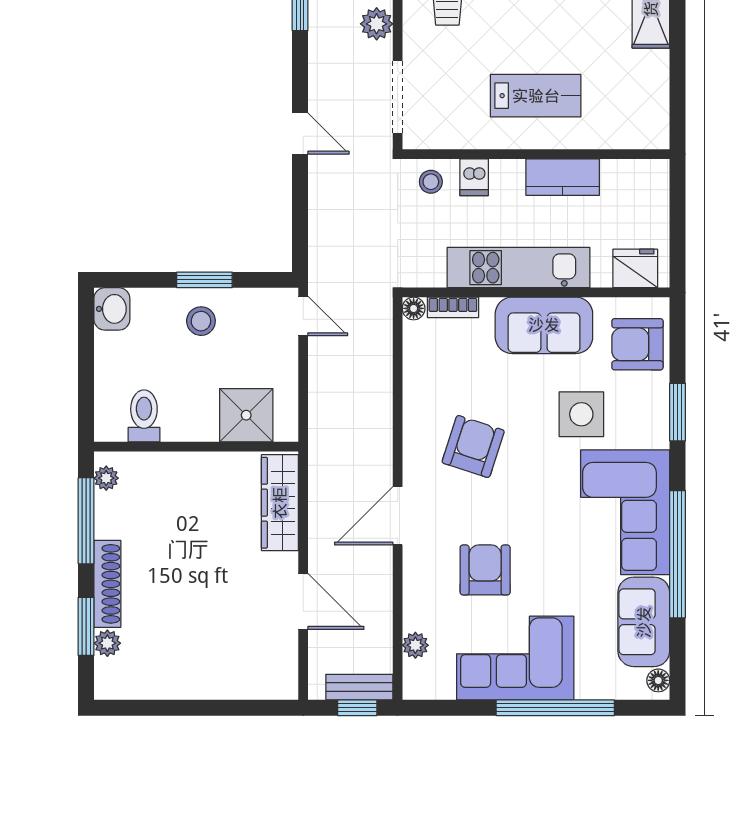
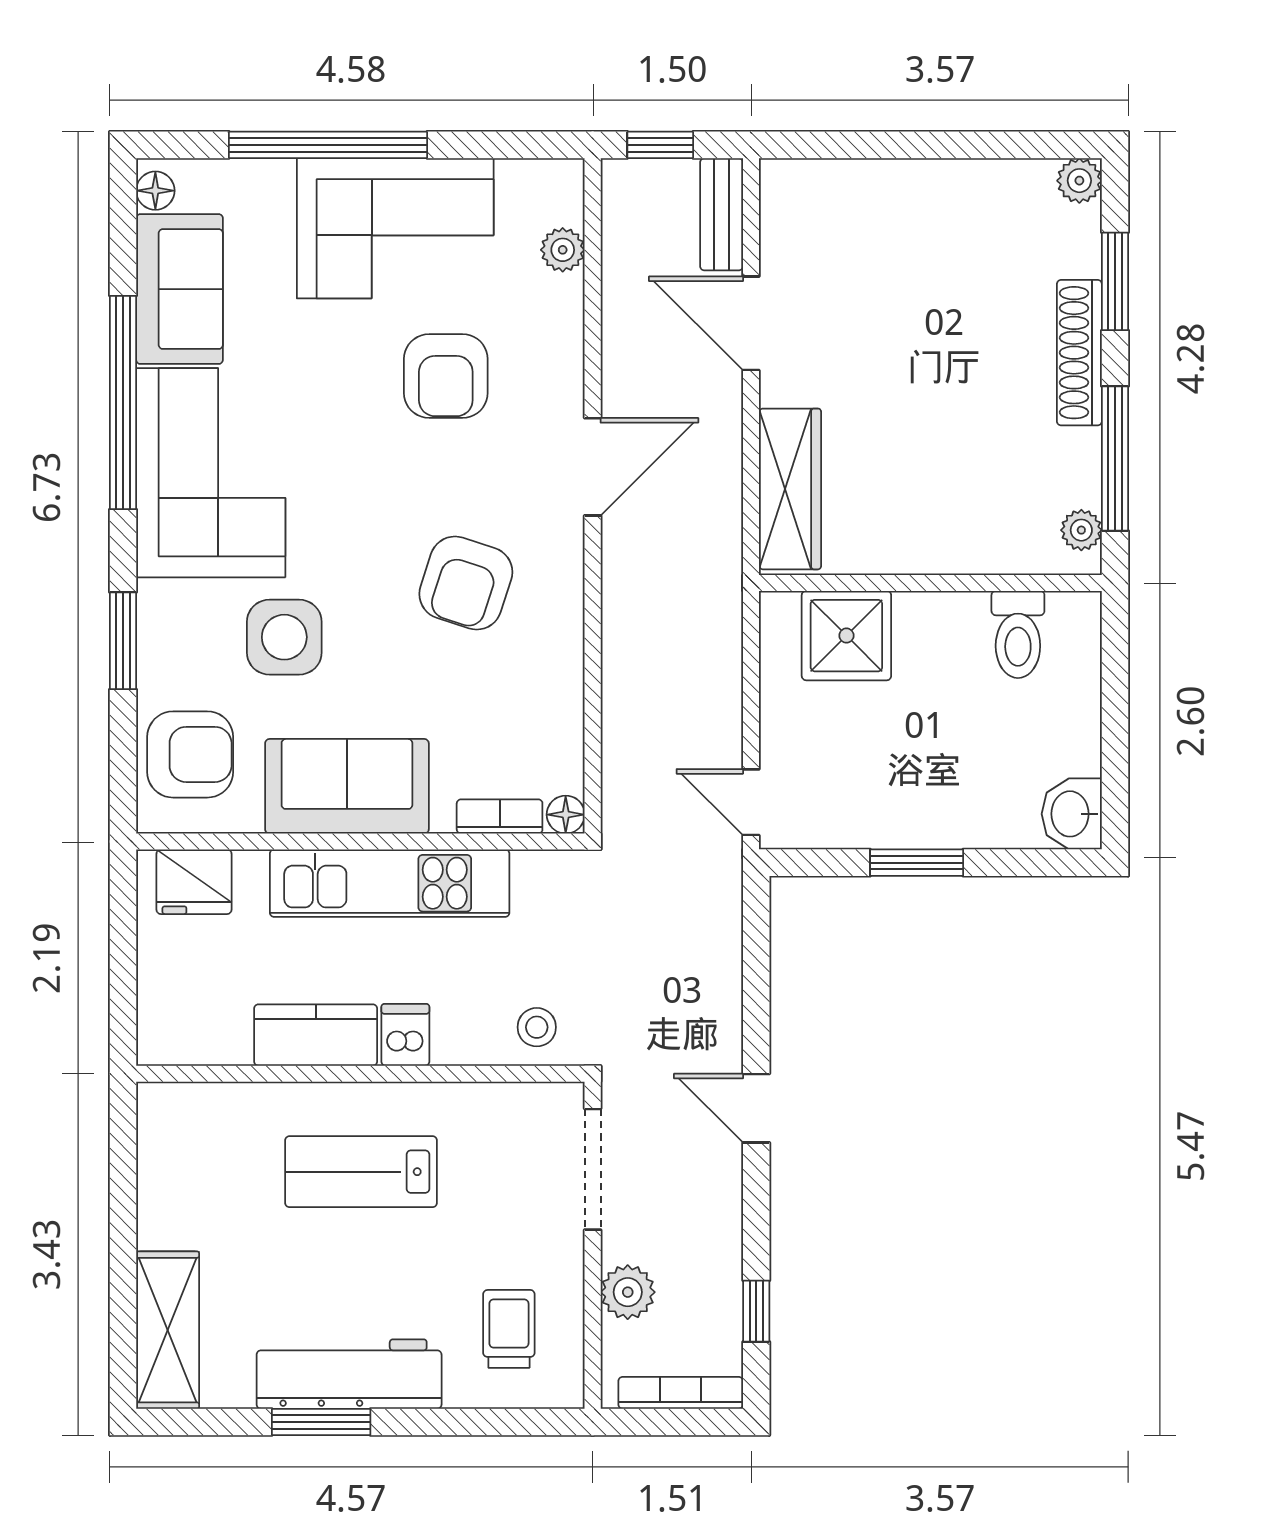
dishwasher: (474, 177) -> (405, 1035), moved
stool: (201, 321) -> (922, 793), removed
plant: (107, 643) -> (1079, 181), moved
bench: (359, 687) -> (722, 214), moved, turned 90

